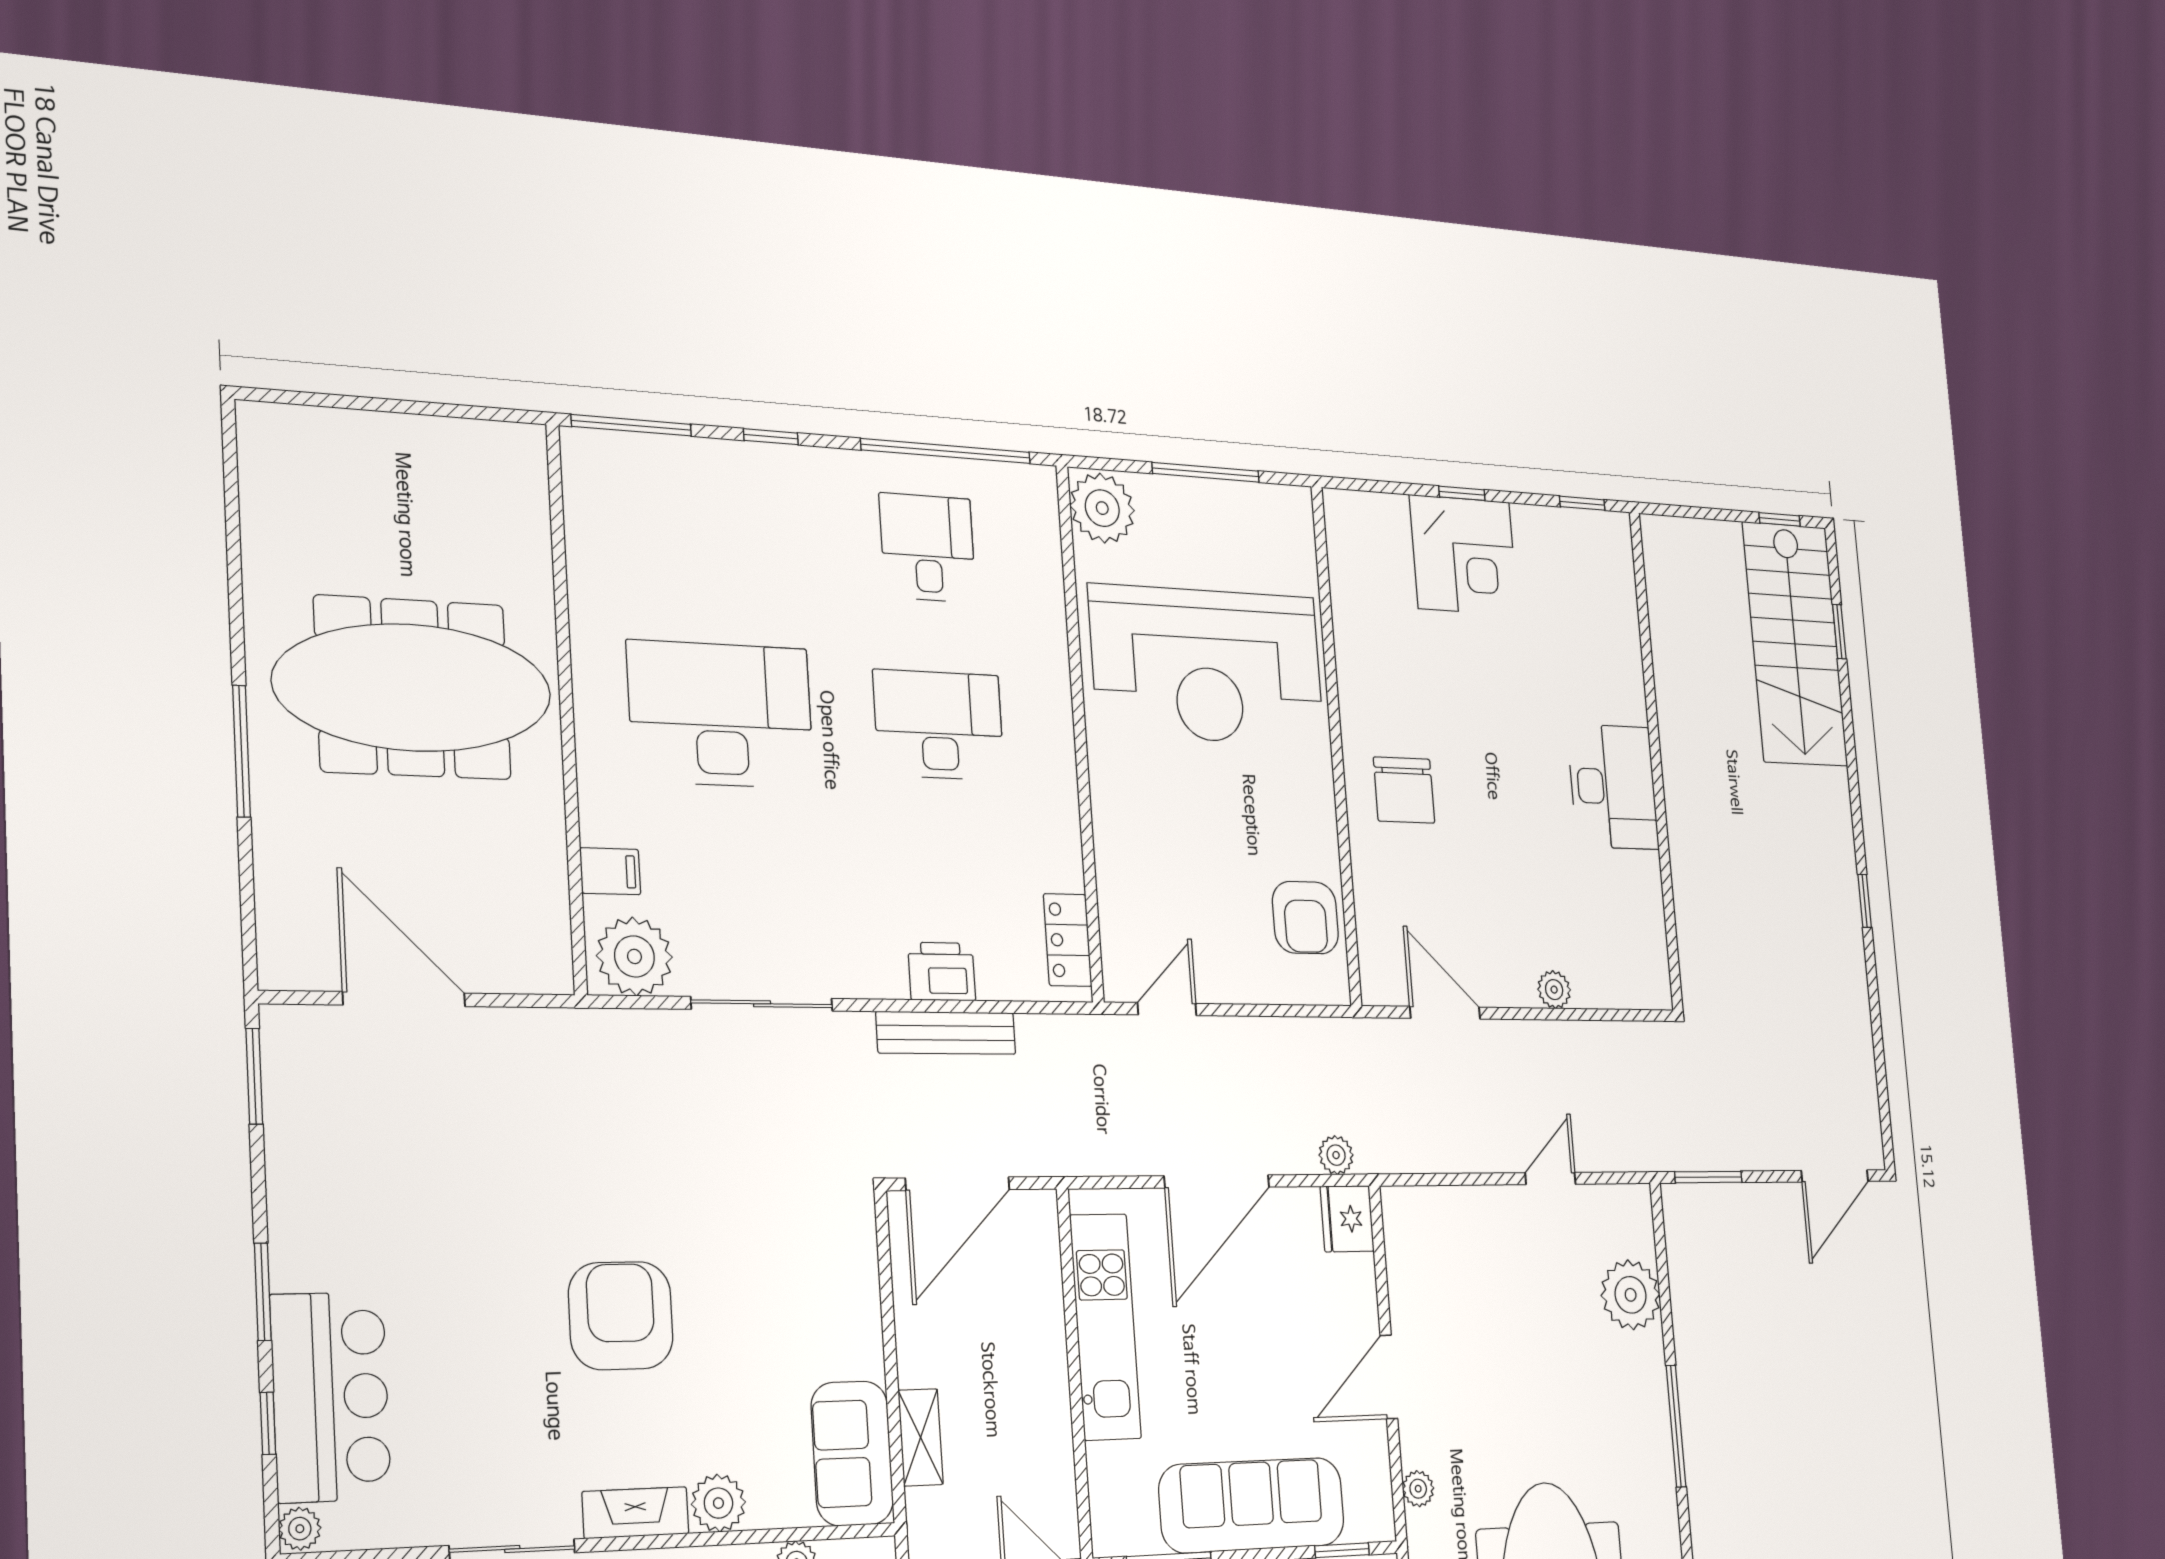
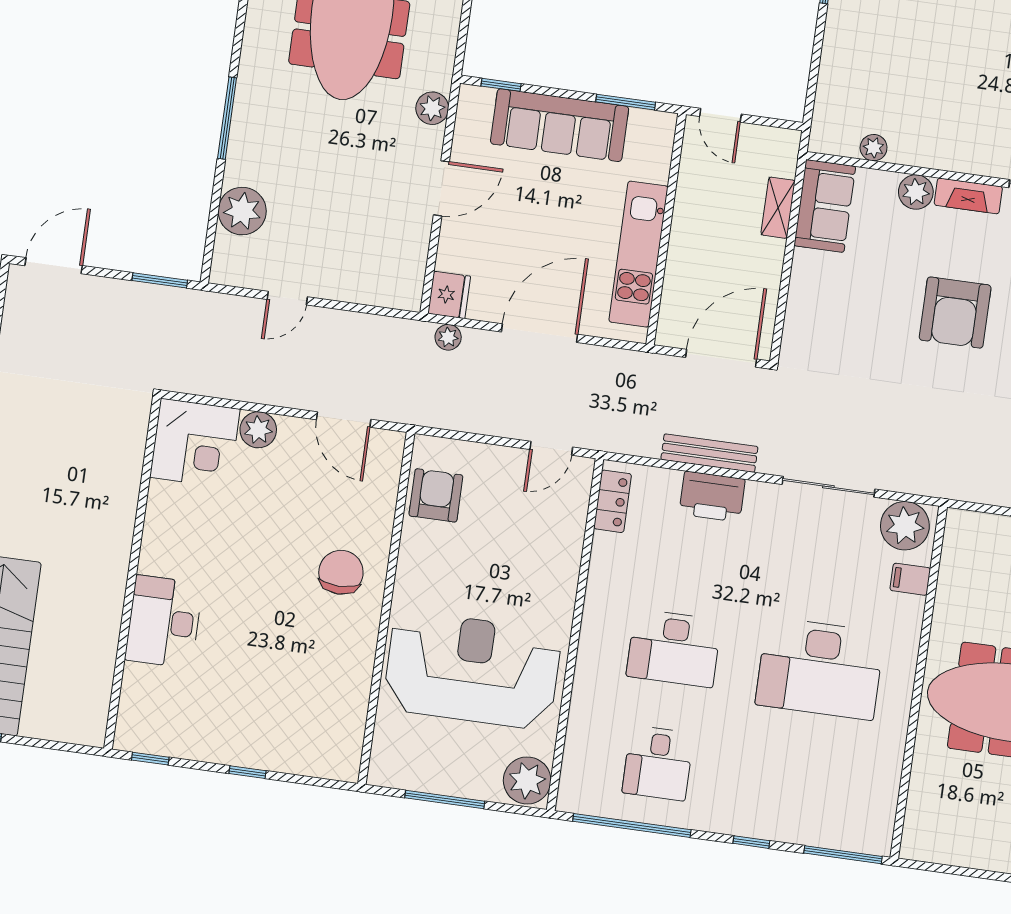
corner desk: (1464, 555) -> (195, 443), moved, turned 180
desk: (1613, 787) -> (164, 622), moved
printer: (942, 971) -> (712, 497), width x1.37, depth x1.19
plant: (1554, 990) -> (258, 430), width x1.38, depth x1.38
plant: (1418, 1489) -> (432, 108), width x1.38, depth x1.38

